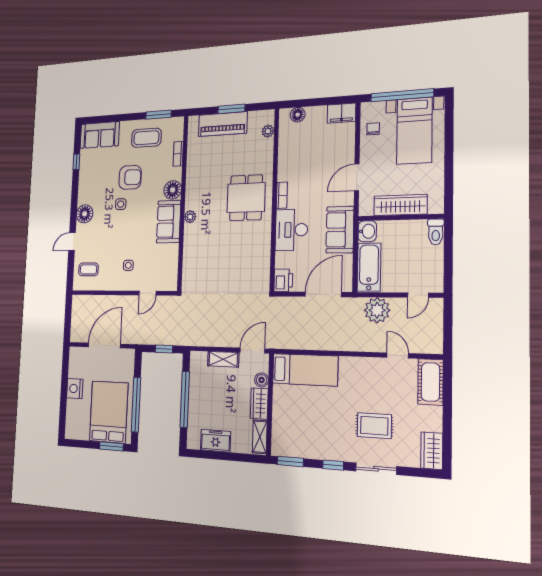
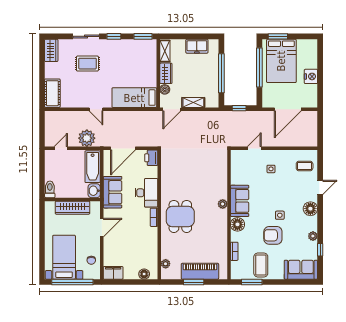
coffee table: (146, 138) -> (261, 265), turned 90
plant: (84, 179) -> (313, 236), added
door: (398, 355) -> (96, 109), moved

